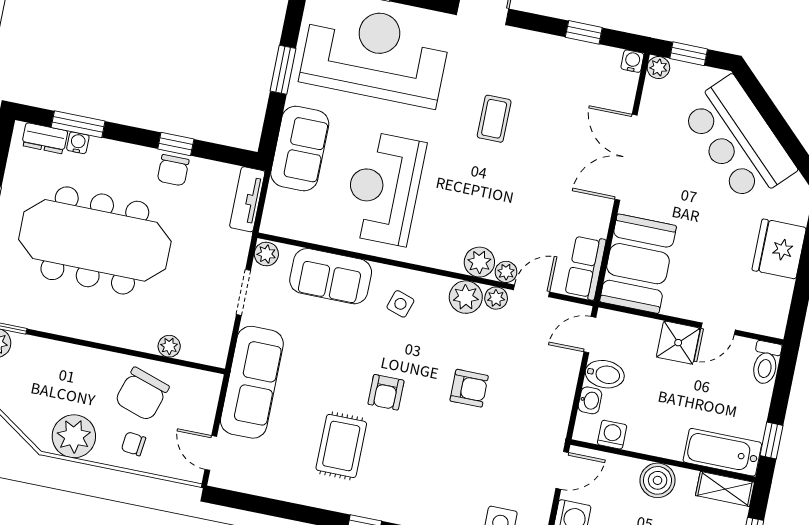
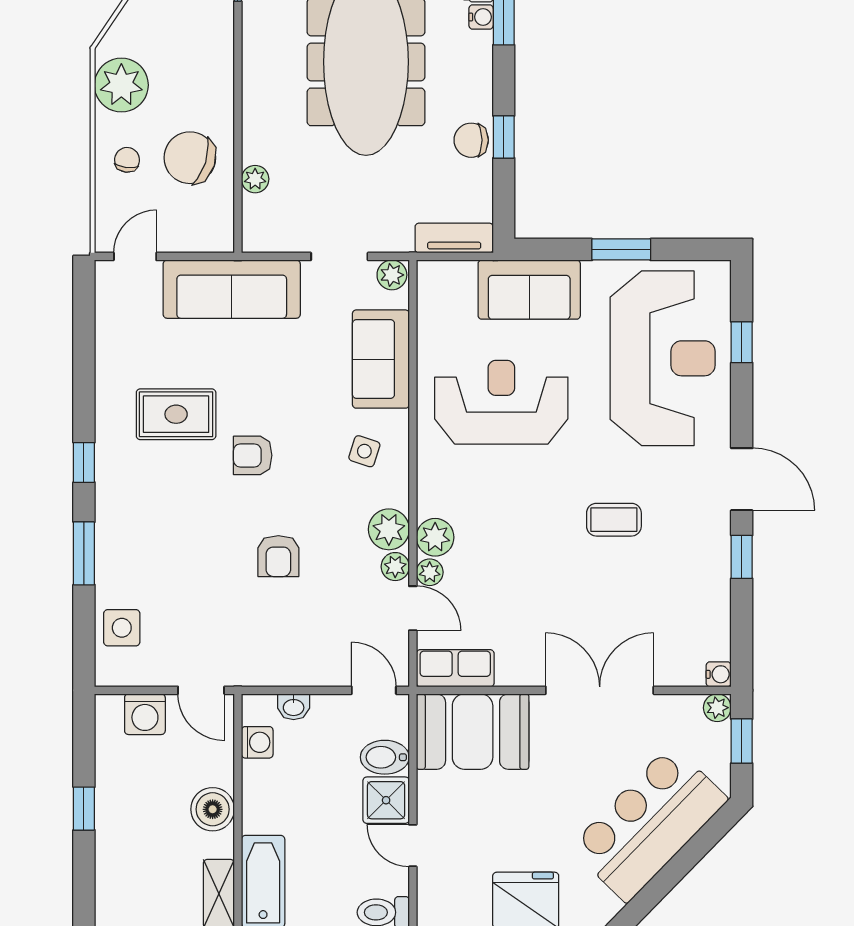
window: (584, 32) -> (742, 557), moved
bidet: (605, 374) -> (385, 757), moved, turned 90

